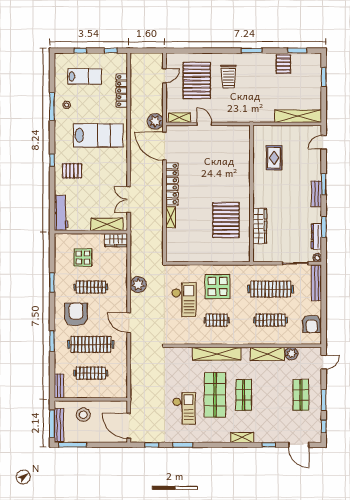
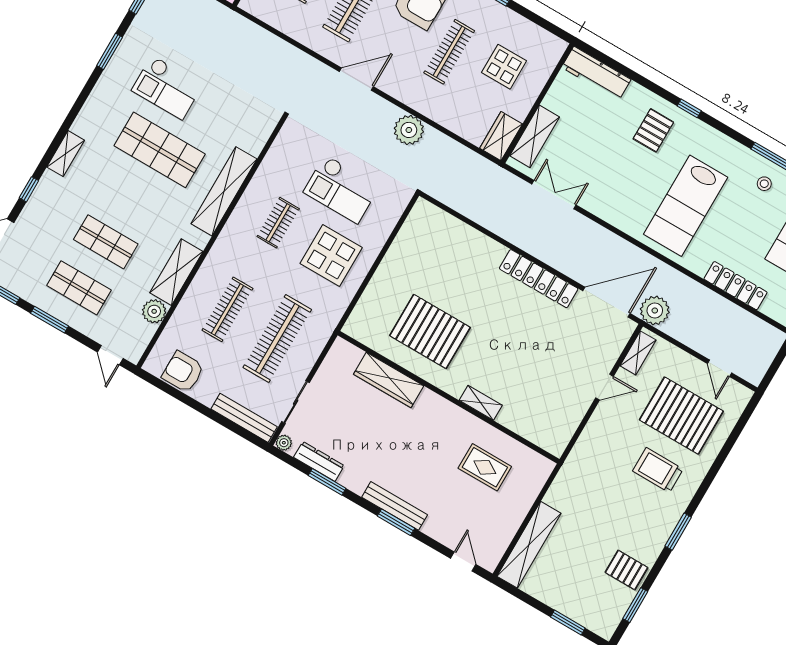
bench: (317, 194) -> (395, 506), width x1.36
shelving: (171, 217) -> (481, 403), moved
shop shelf: (244, 395) -> (106, 242), moved

